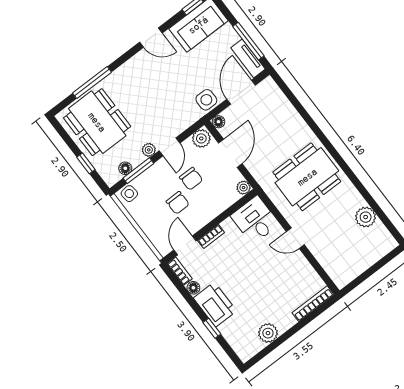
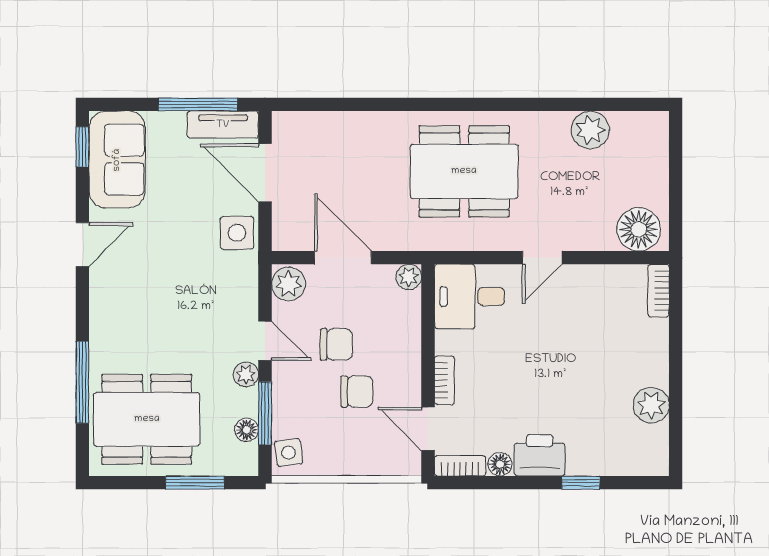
floor lamp: (218, 122) -> (639, 229), moved, width x1.89, depth x1.89
window: (86, 163) -> (195, 483), width x1.50
dining table: (307, 177) -> (464, 171), turned 90
printer: (215, 304) -> (540, 455), width x0.73, depth x0.84
bookcase: (313, 304) -> (659, 291), width x0.64

